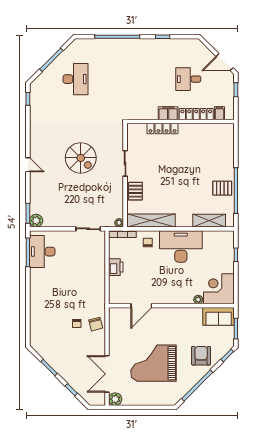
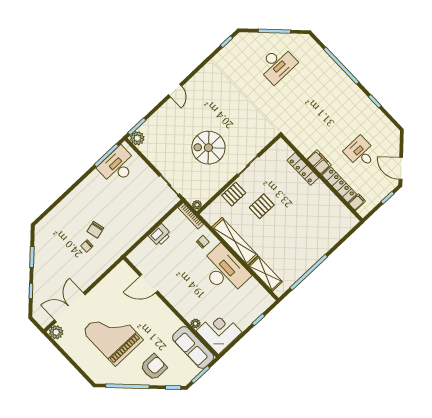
spiral stairs: (81, 158) -> (208, 148), moved, turned 90
pallet: (222, 188) -> (262, 206), moved, turned 90
shelving: (151, 221) -> (235, 241), moved
sofa: (219, 316) -> (193, 347), width x1.36
chair: (96, 324) -> (95, 230), moved

